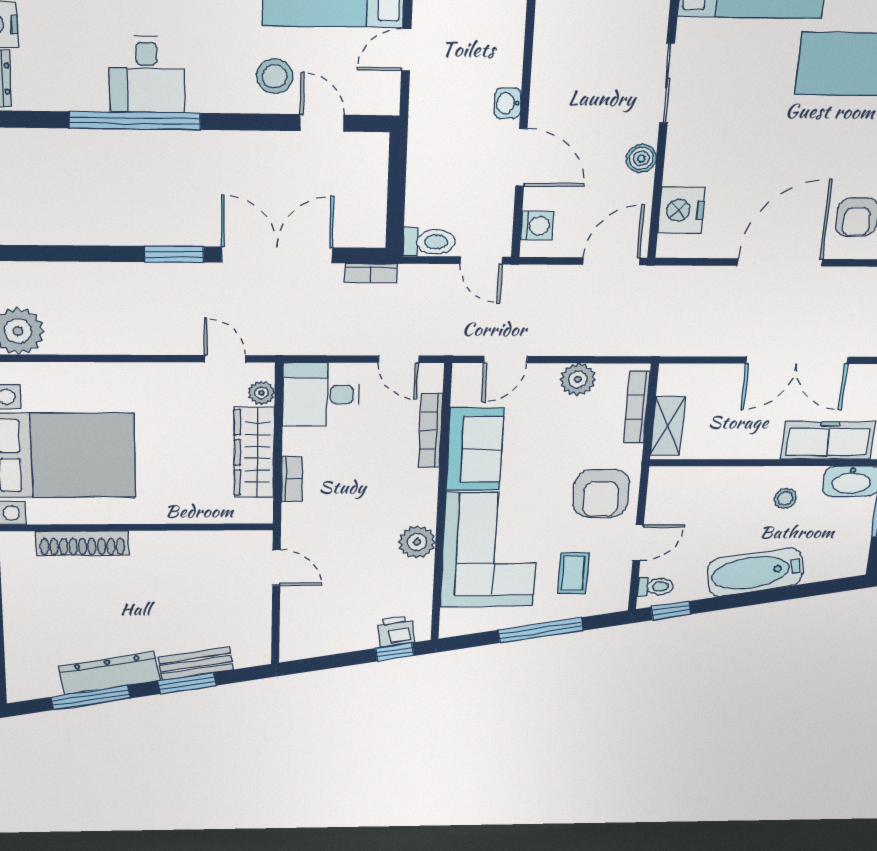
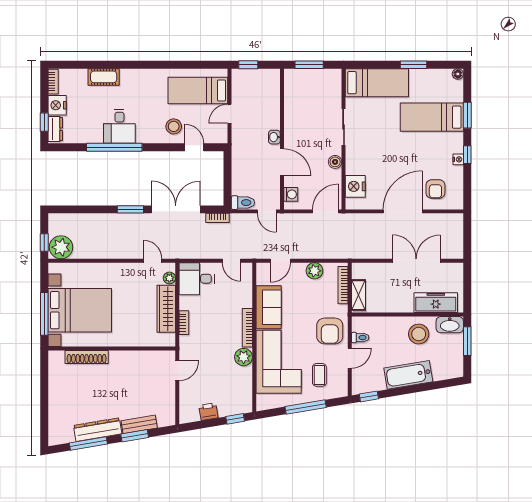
double door: (797, 360) -> (416, 261), swing flipped
bookcase: (430, 431) -> (247, 328), moved
stool: (785, 498) -> (419, 334), width x1.89, depth x1.89
door: (276, 568) -> (177, 371), hinge flipped
toilet: (655, 587) -> (360, 338), moved
printer: (396, 631) -> (208, 412), moved

